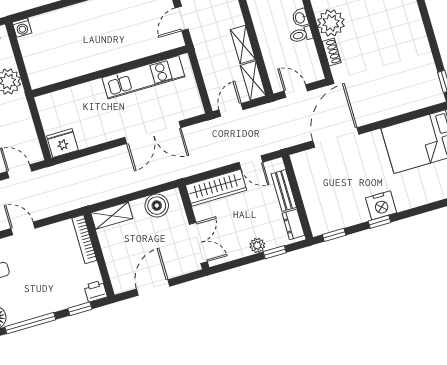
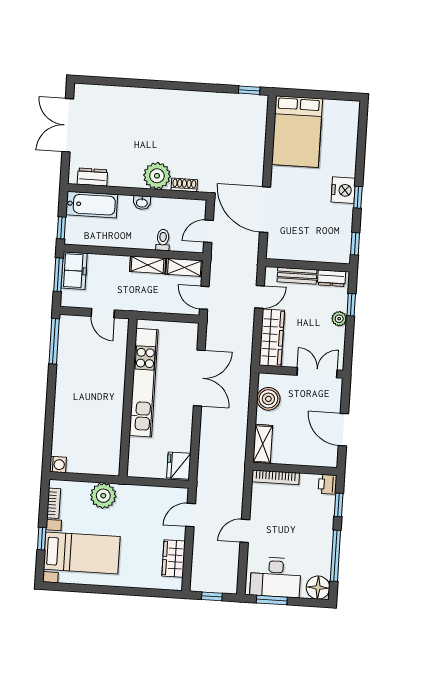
toilet: (301, 35) -> (163, 240), moved, turned 180
kitchen unit: (143, 77) -> (144, 383), width x1.36

